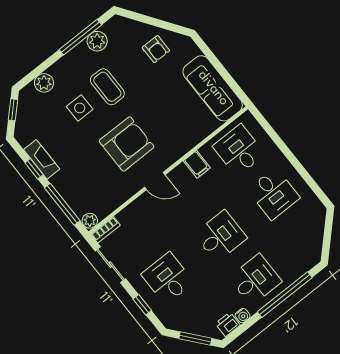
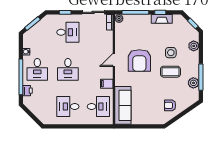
sofa: (213, 88) -> (123, 105), moved, turned 90
printer: (228, 324) -> (28, 91), moved

